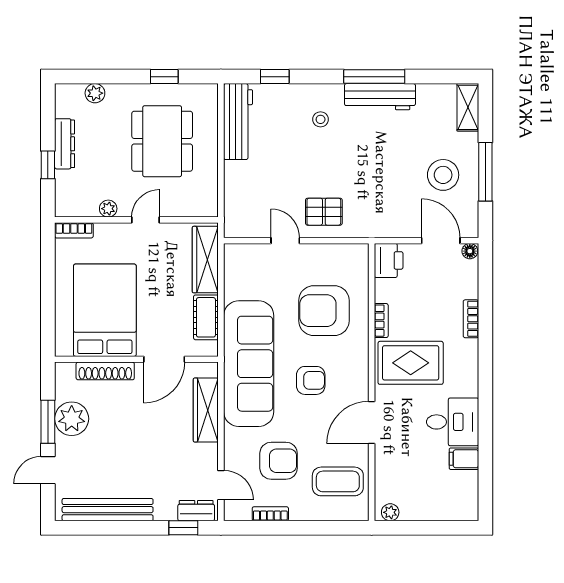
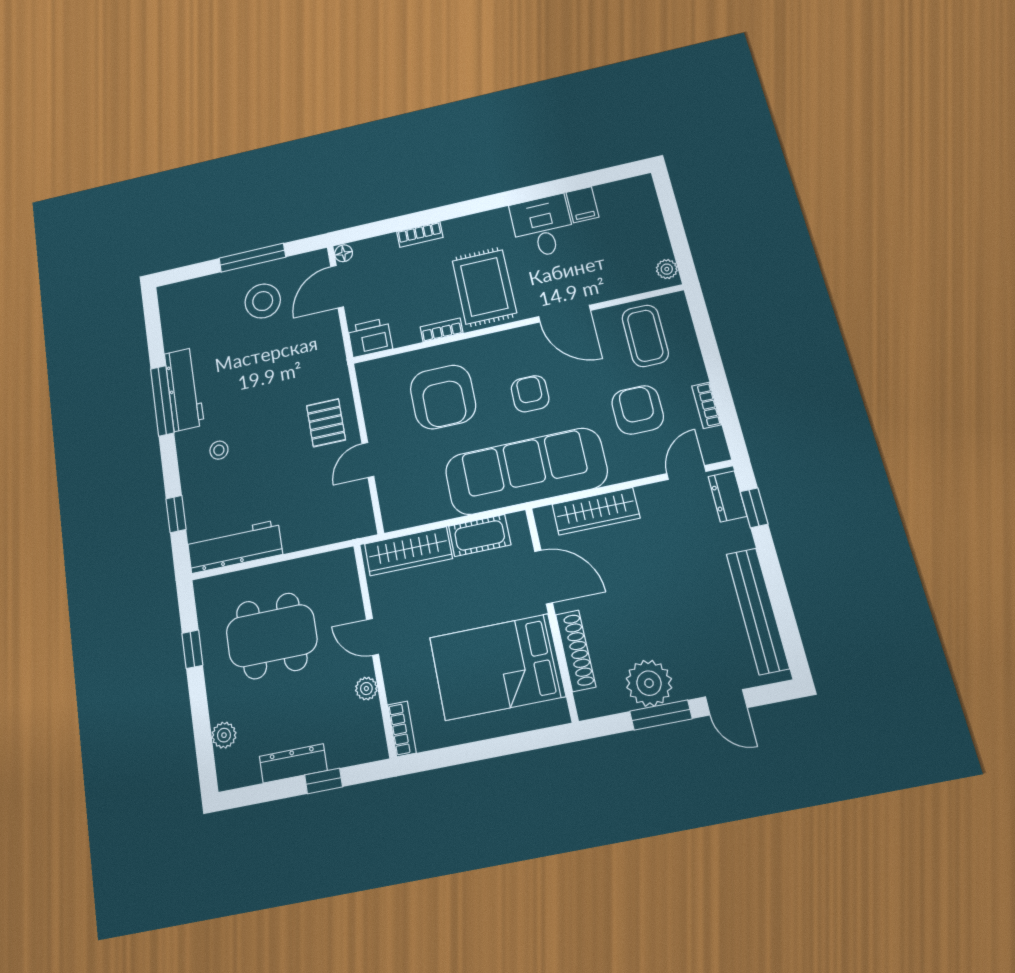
shelving: (468, 107) -> (184, 292), removed

